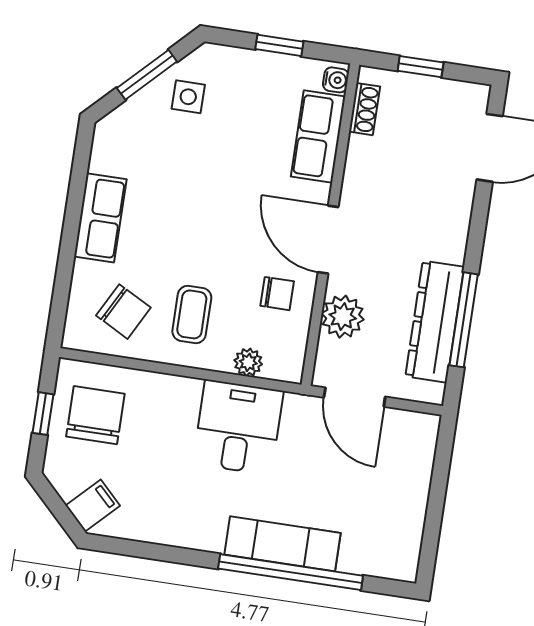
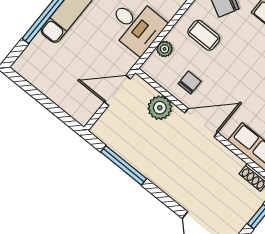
chair: (277, 294) -> (190, 83), turned 180
dresser: (435, 322) -> (131, 151), removed

